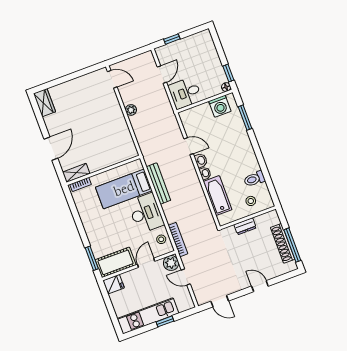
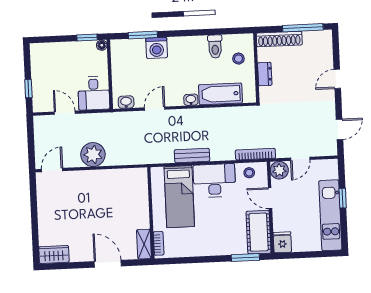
washing machine: (220, 106) -> (157, 48), moved, turned 90
plant: (131, 110) -> (93, 155), width x1.88, depth x1.88
washbasin: (201, 160) -> (126, 102), moved
bench: (158, 183) -> (192, 155), width x0.73
shoe rack: (283, 243) -> (279, 39), moved

